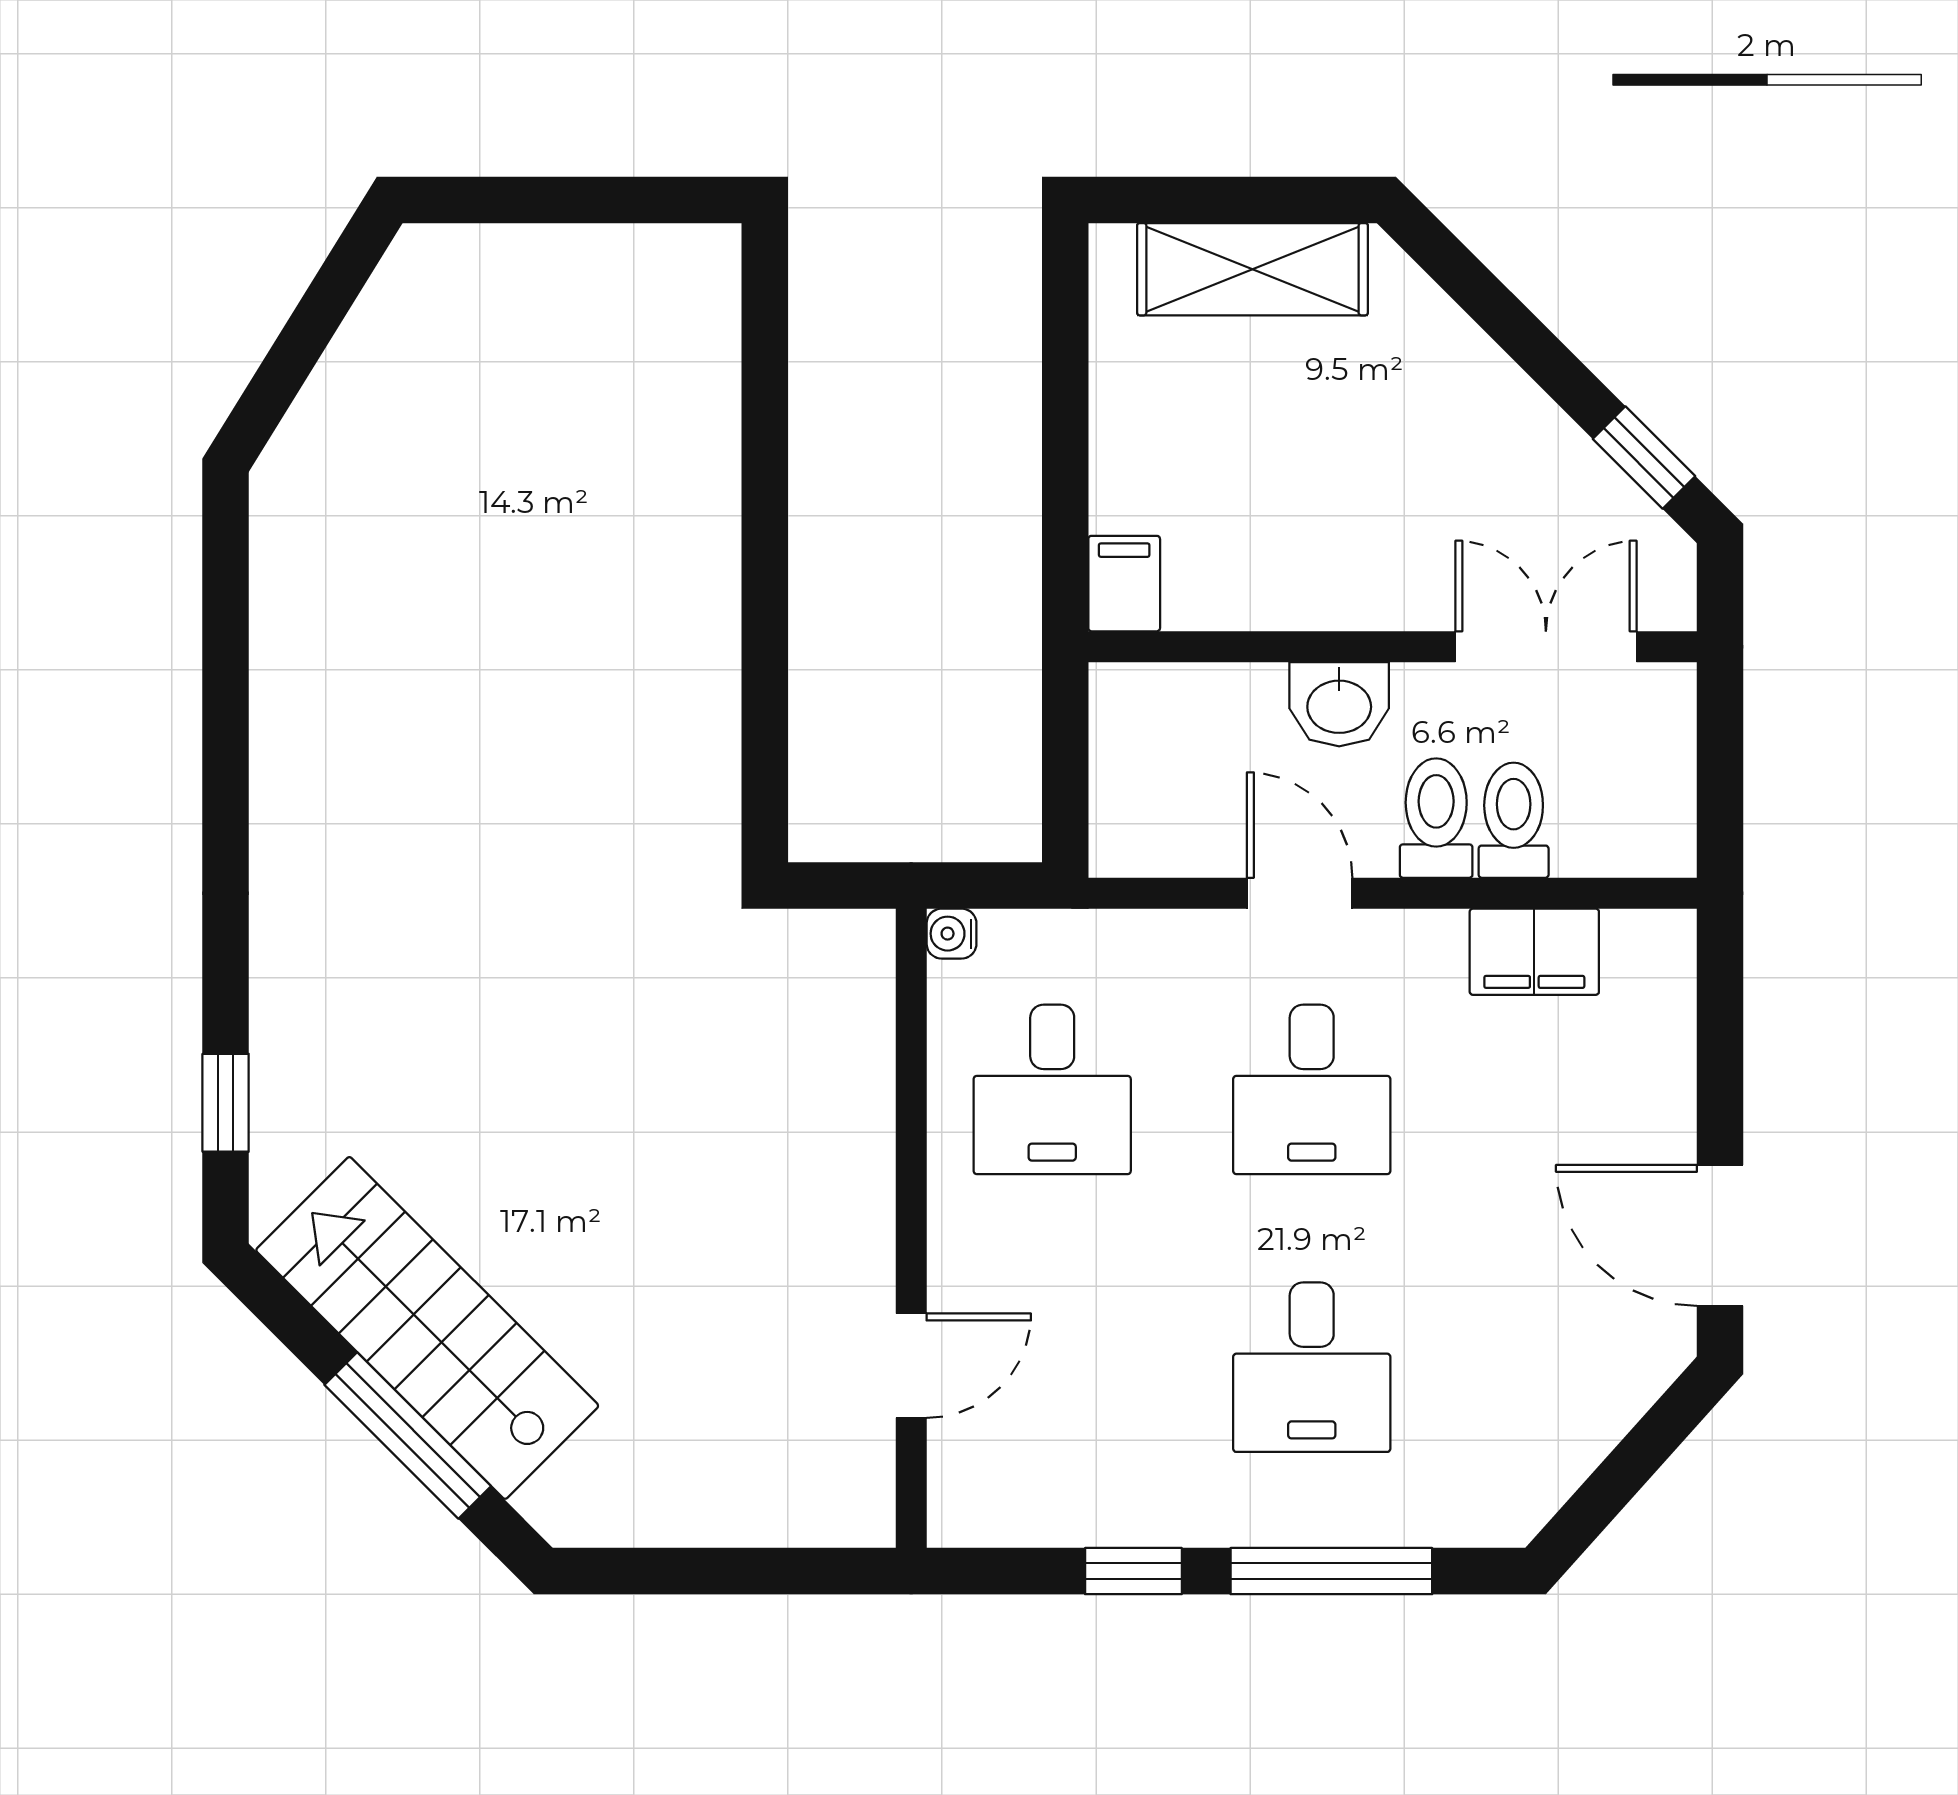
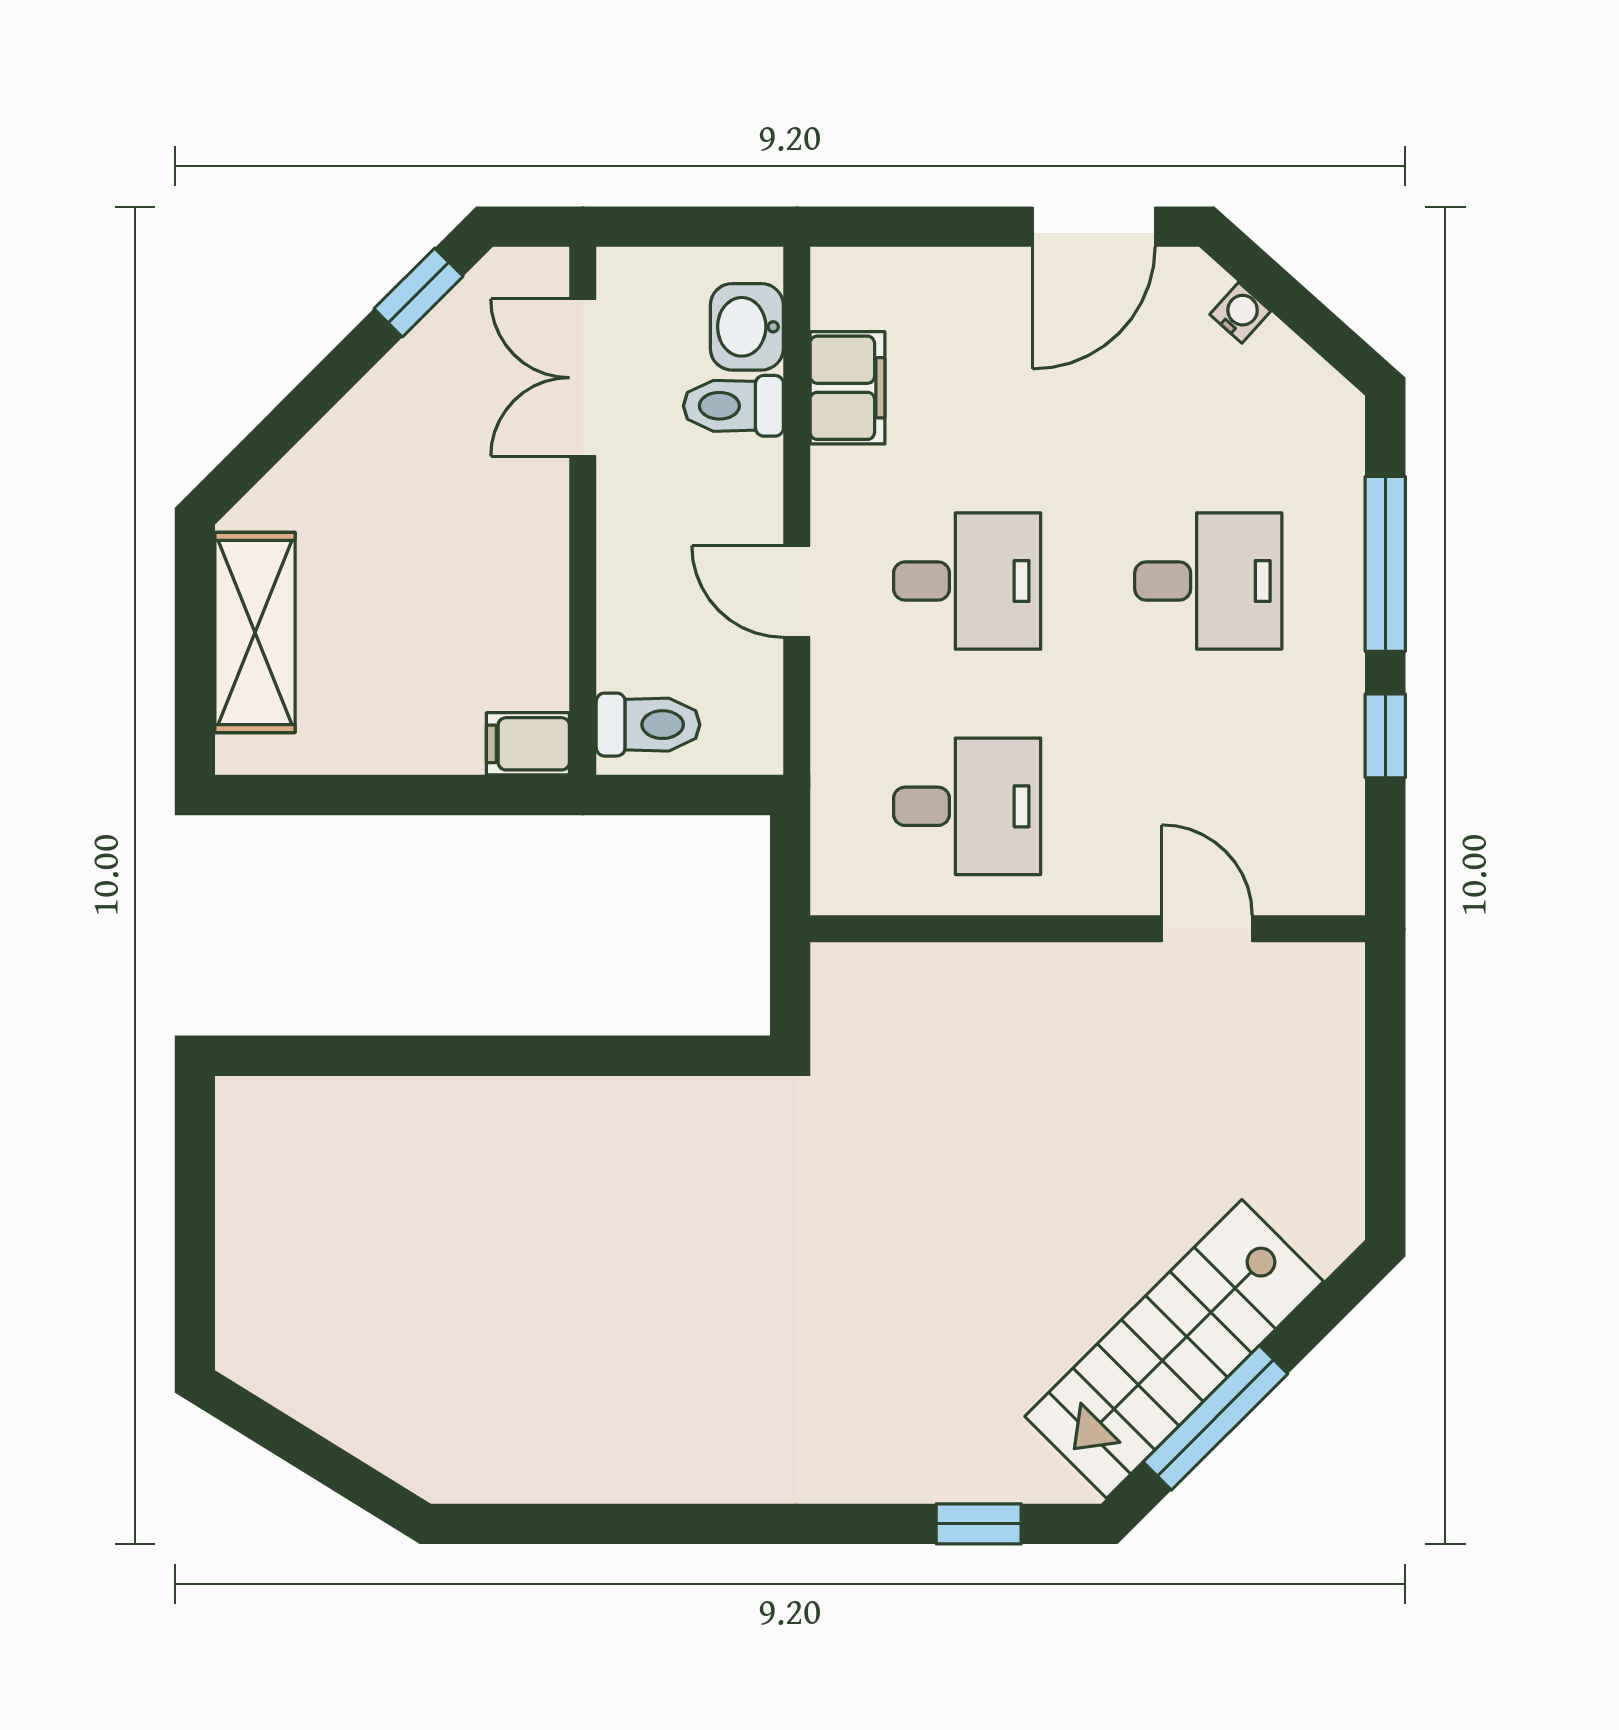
washbasin: (1339, 704) -> (747, 327), moved, turned 180
toilet: (1436, 818) -> (648, 725), moved, turned 180
door: (1300, 893) -> (797, 591), hinge flipped
water cooler: (952, 934) -> (1240, 313), moved, turned -138
window: (408, 1435) -> (1215, 1418), moved

